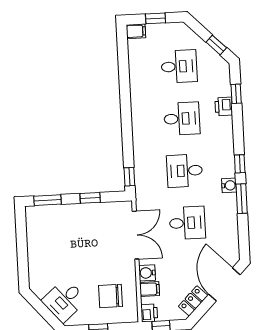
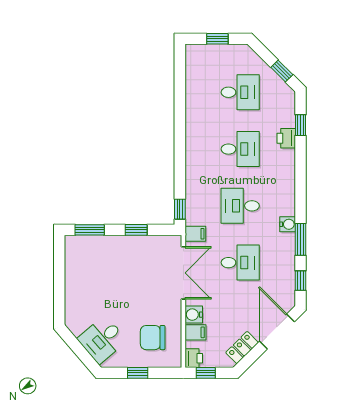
filing cabinet: (136, 31) -> (195, 234), moved
window: (240, 164) -> (300, 281), moved

